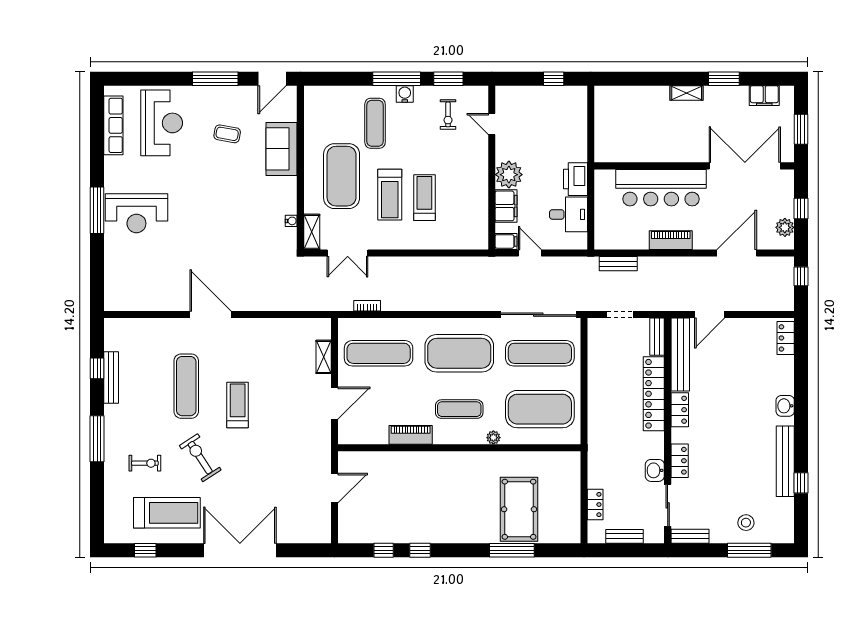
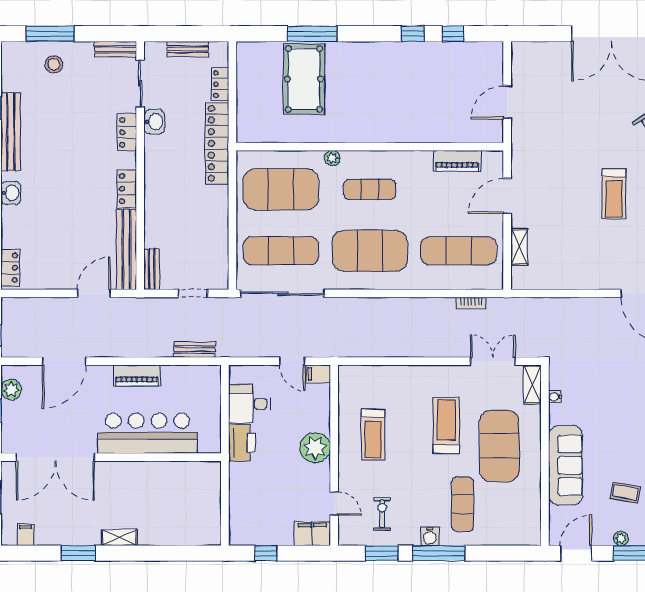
plant: (231, 92) -> (621, 538), added
filing cabinet: (764, 96) -> (26, 535), width x0.50
sofa: (282, 149) -> (566, 465), width x1.36
treadmill: (424, 198) -> (373, 434), moved
filing cabinet: (506, 206) -> (312, 534), moved, turned 90
locker: (654, 394) -> (217, 143), moved, turned 180
piano: (411, 435) -> (457, 161), moved

